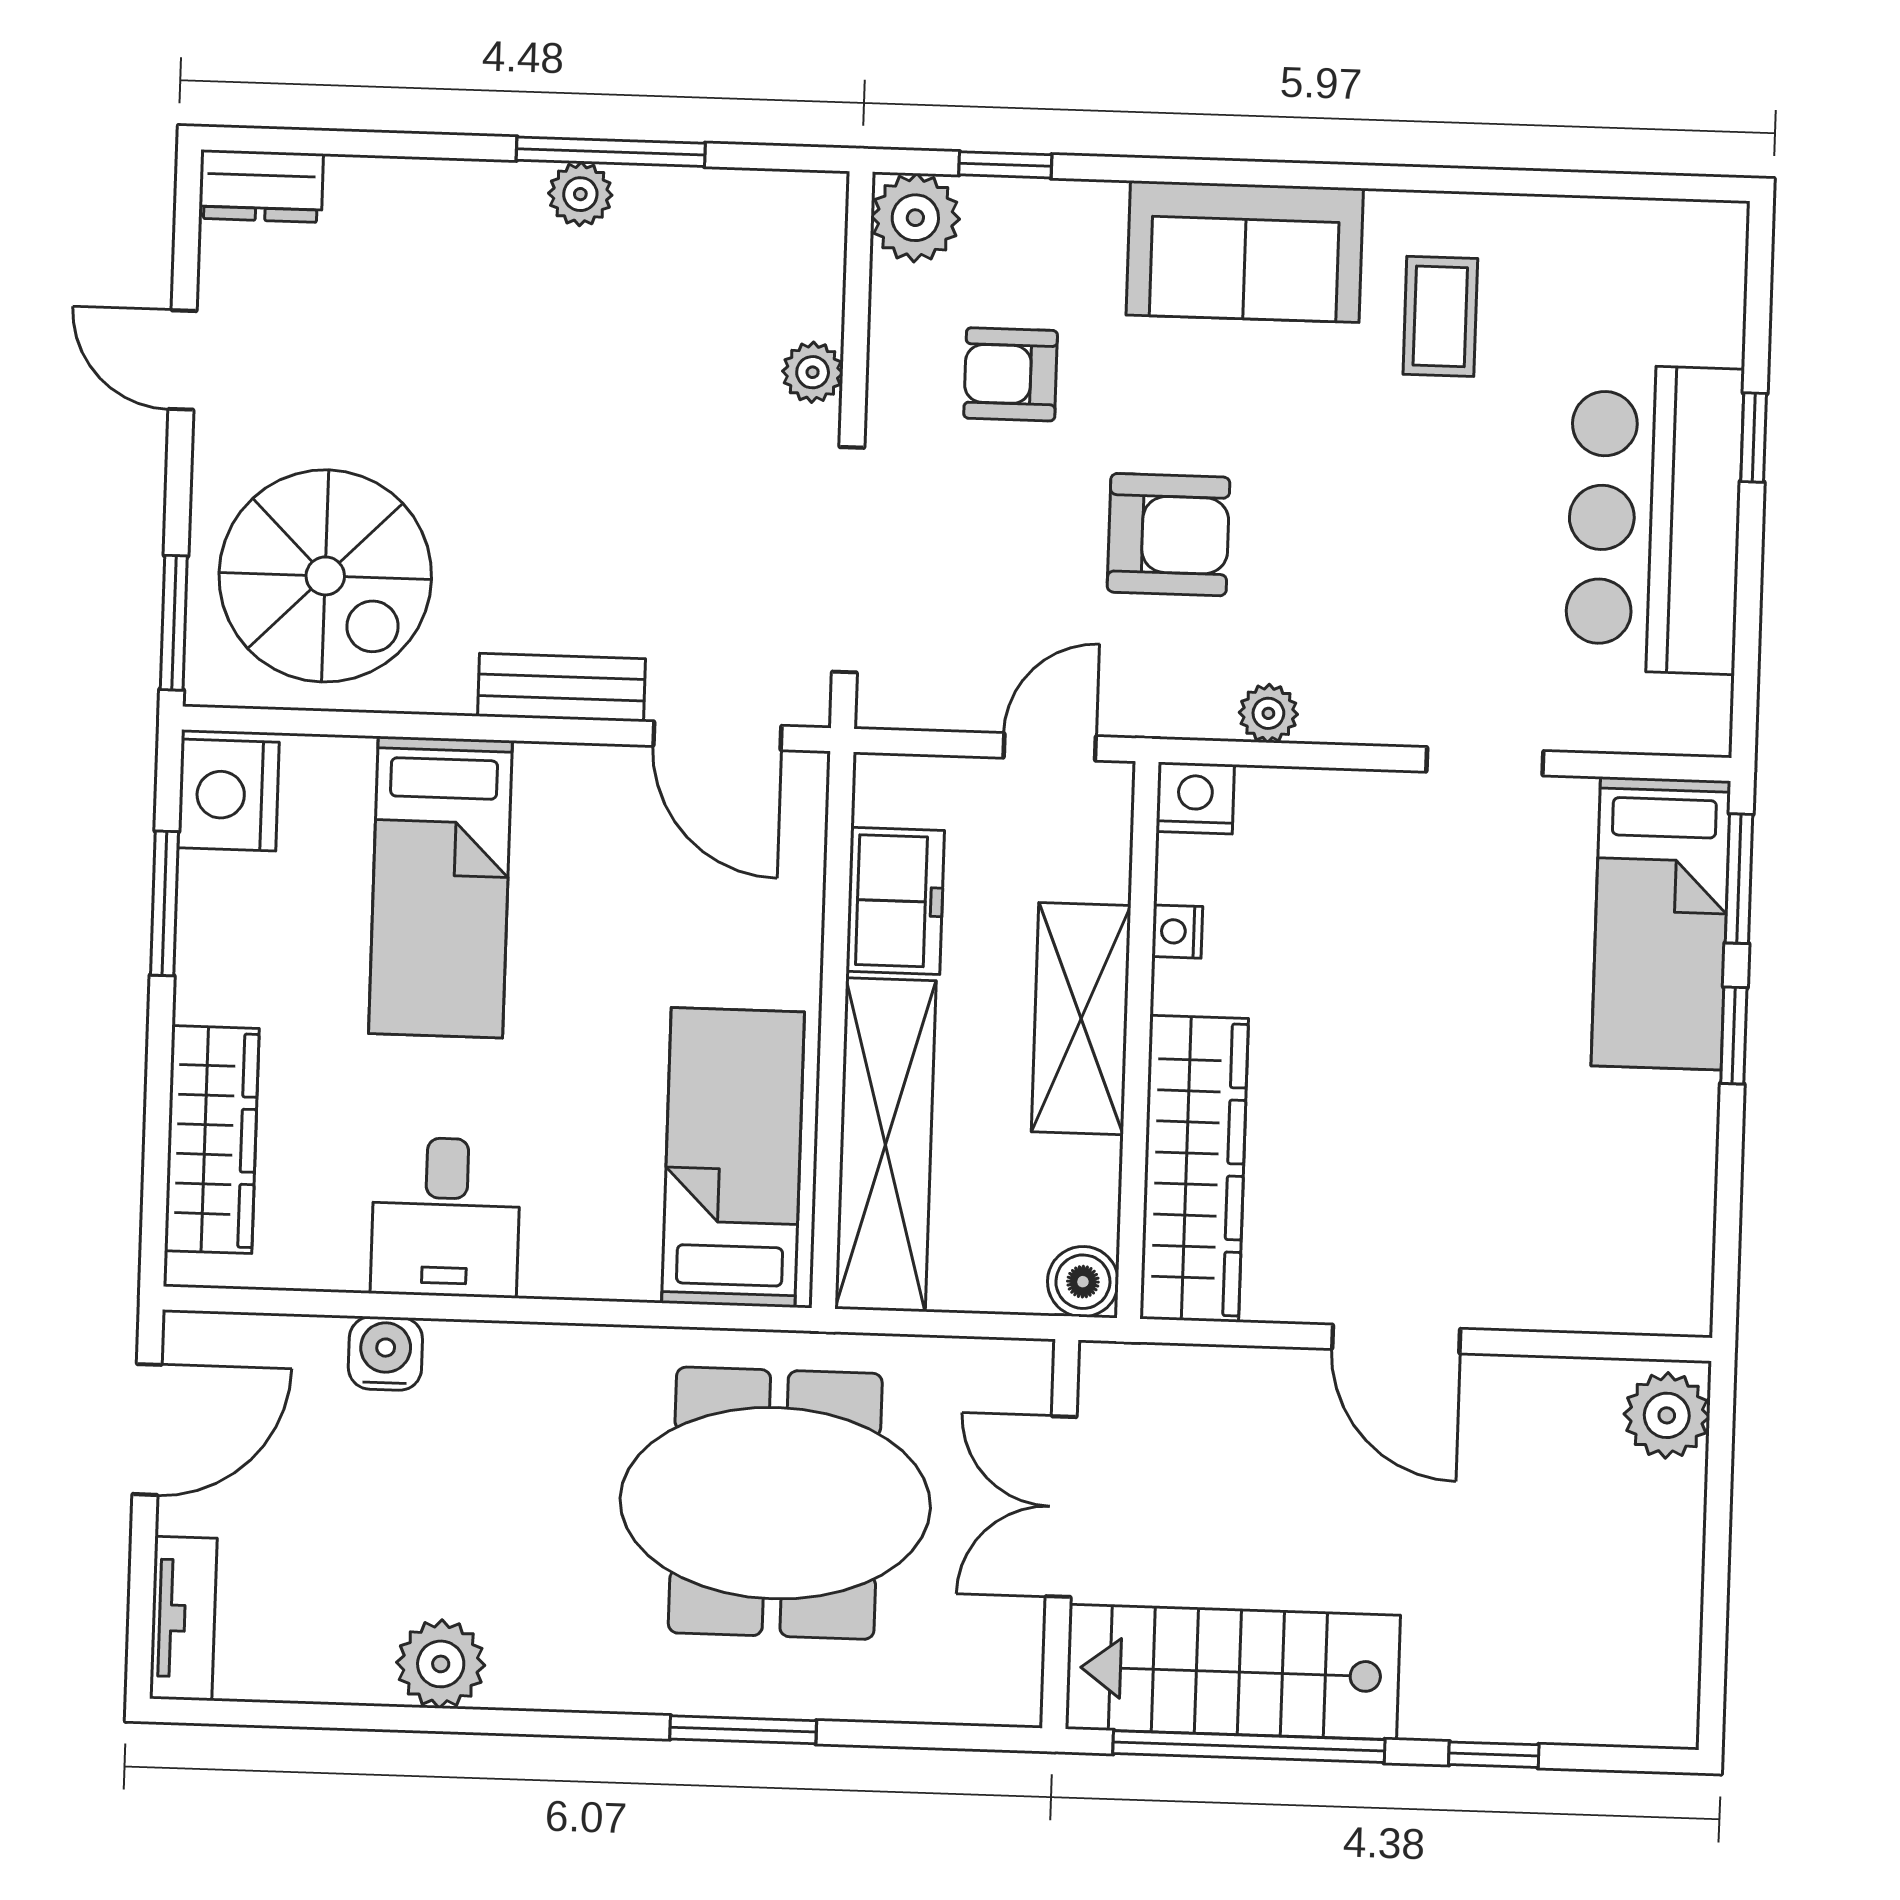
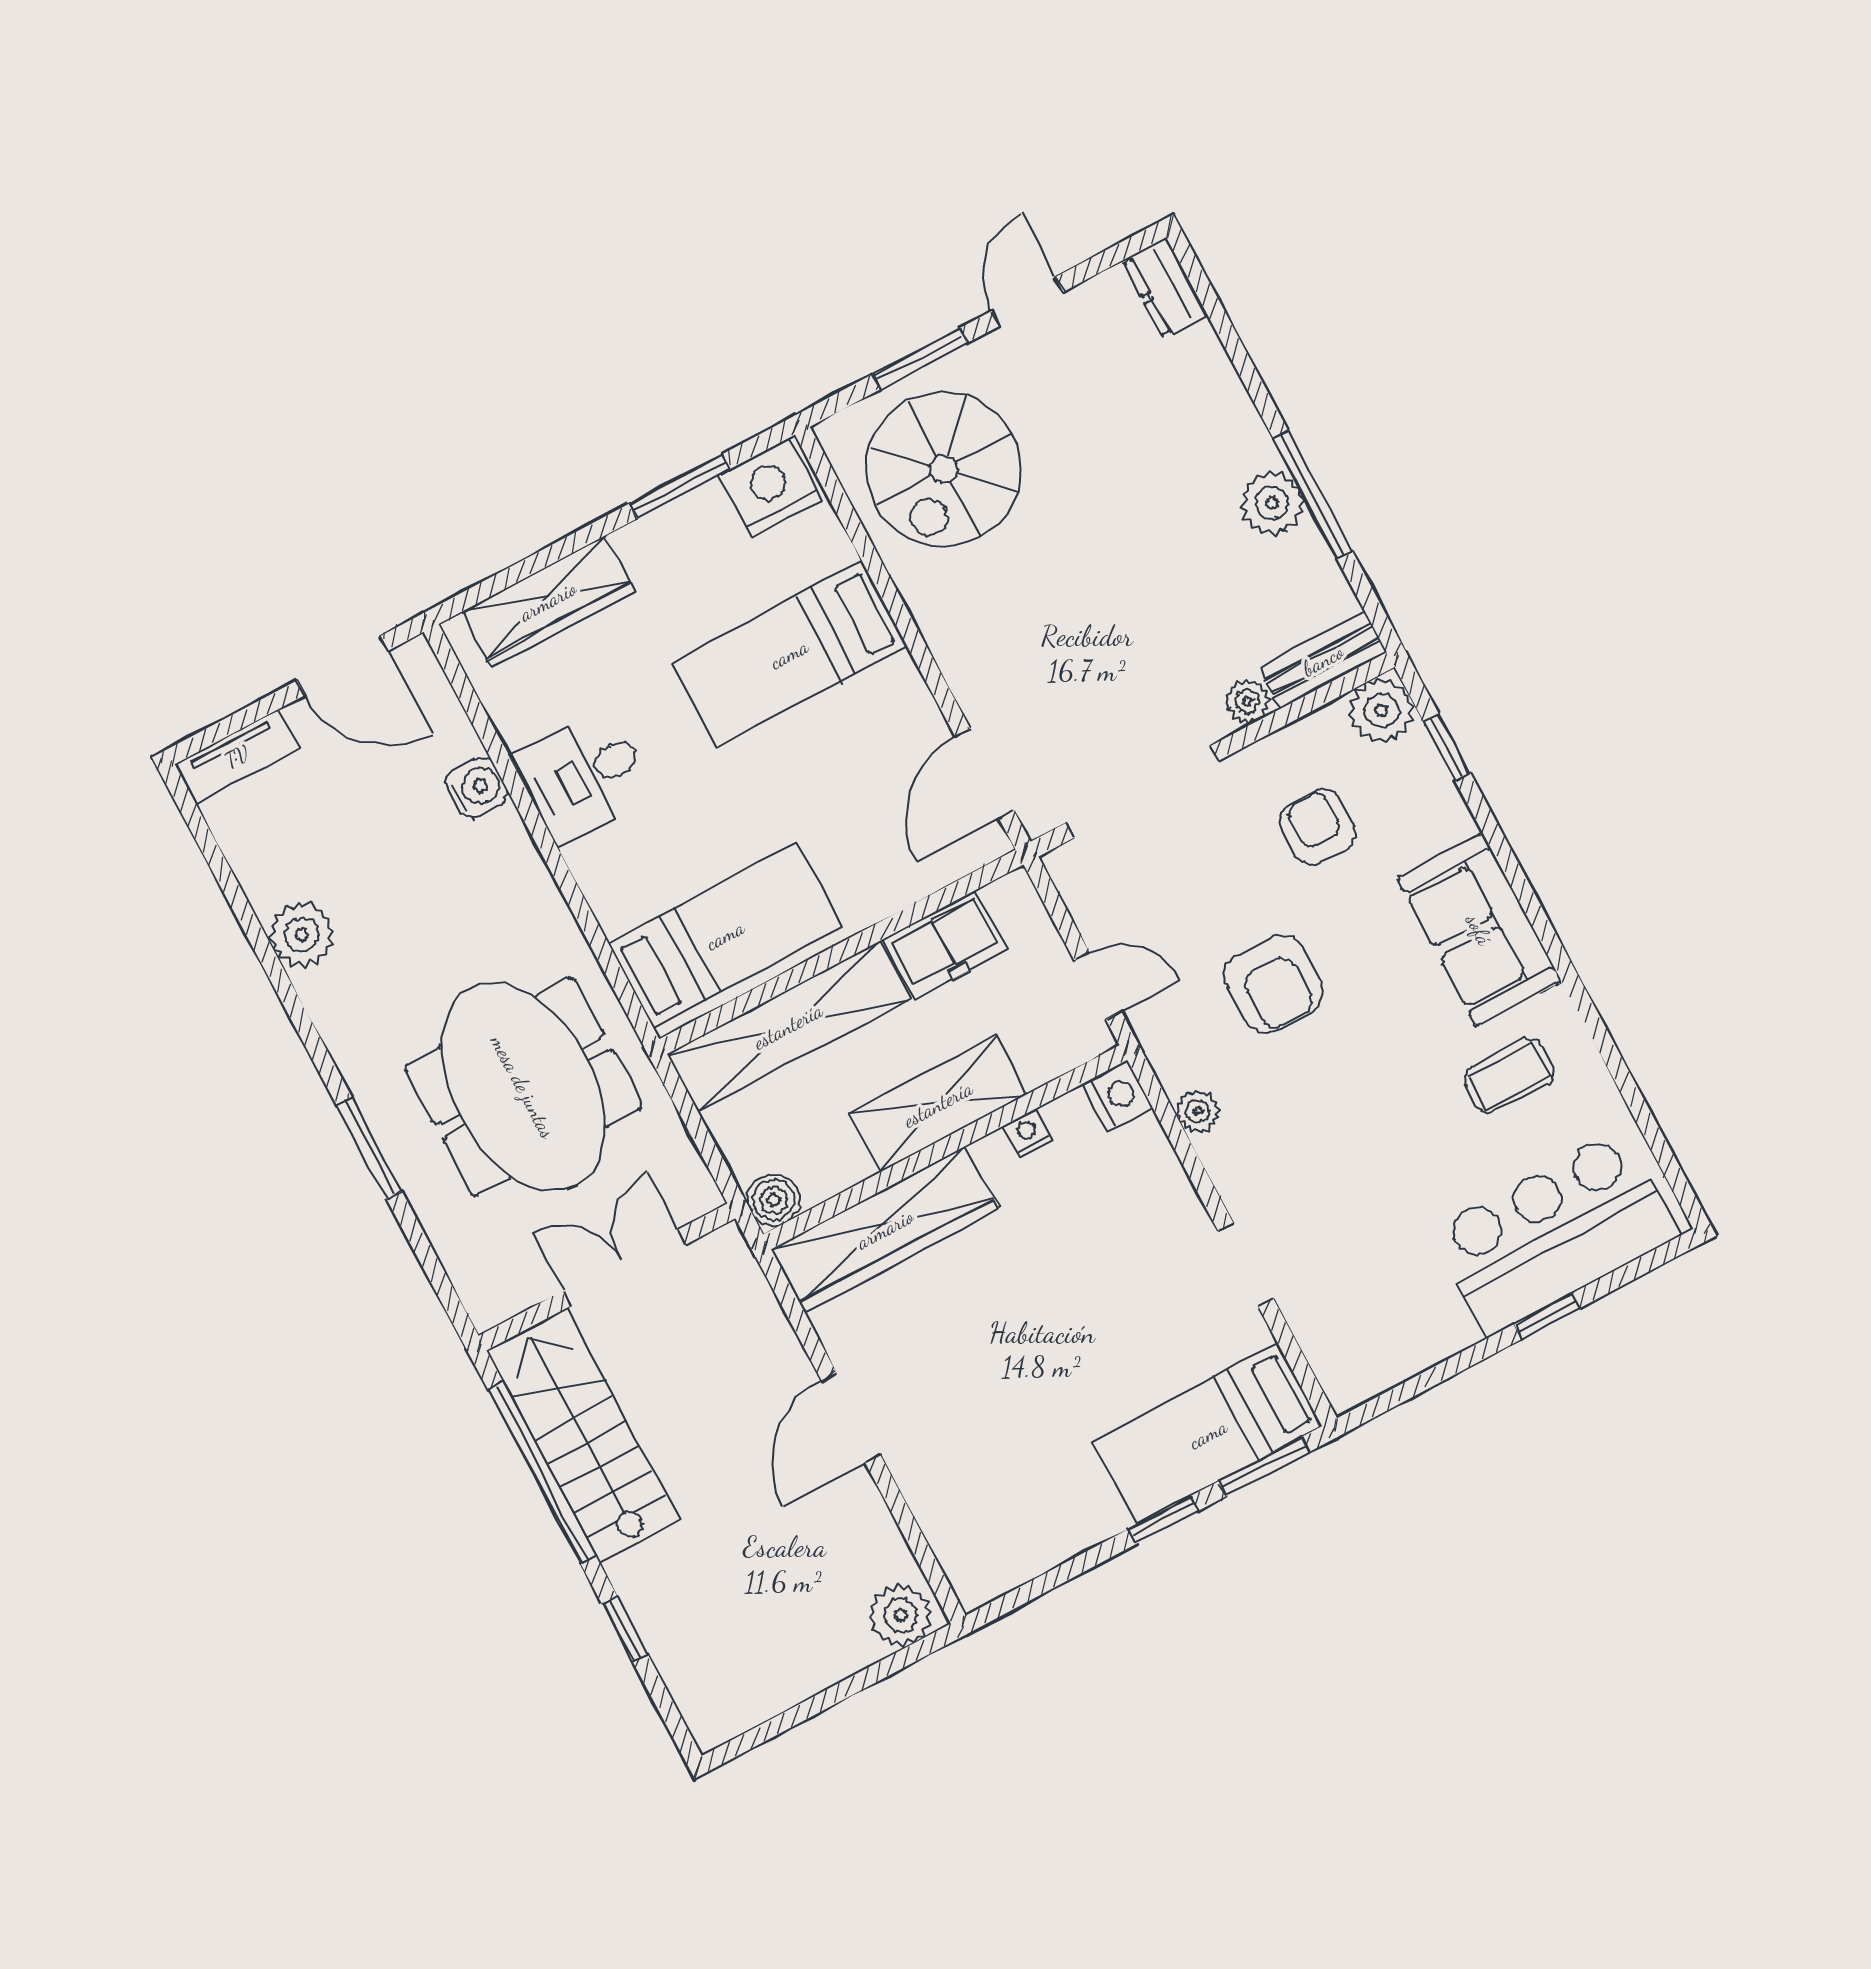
plant: (580, 194) -> (1272, 503), width x1.38, depth x1.38
bar counter: (1654, 519) -> (1555, 1233), moved
window: (174, 623) -> (920, 359), moved
bench: (562, 688) -> (1323, 660), moved, turned 90

